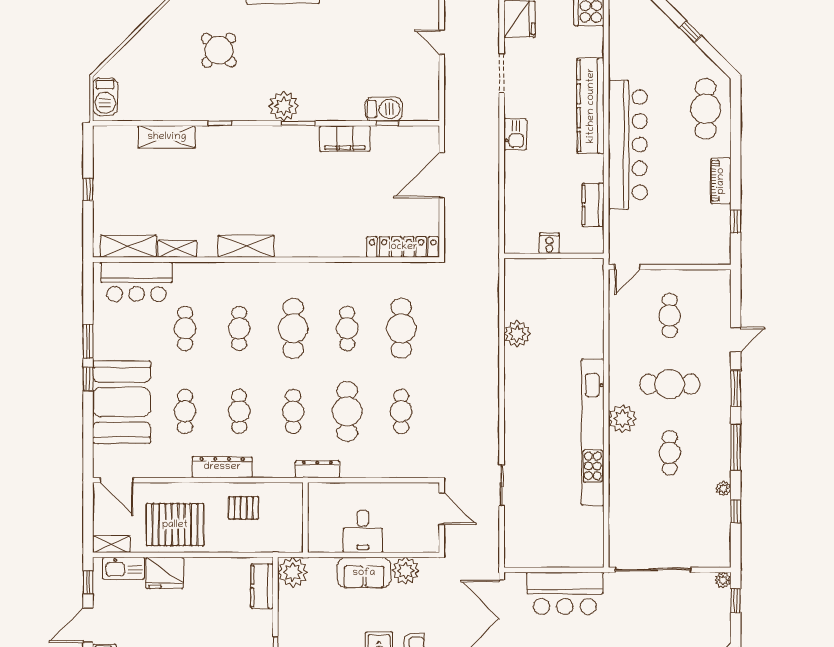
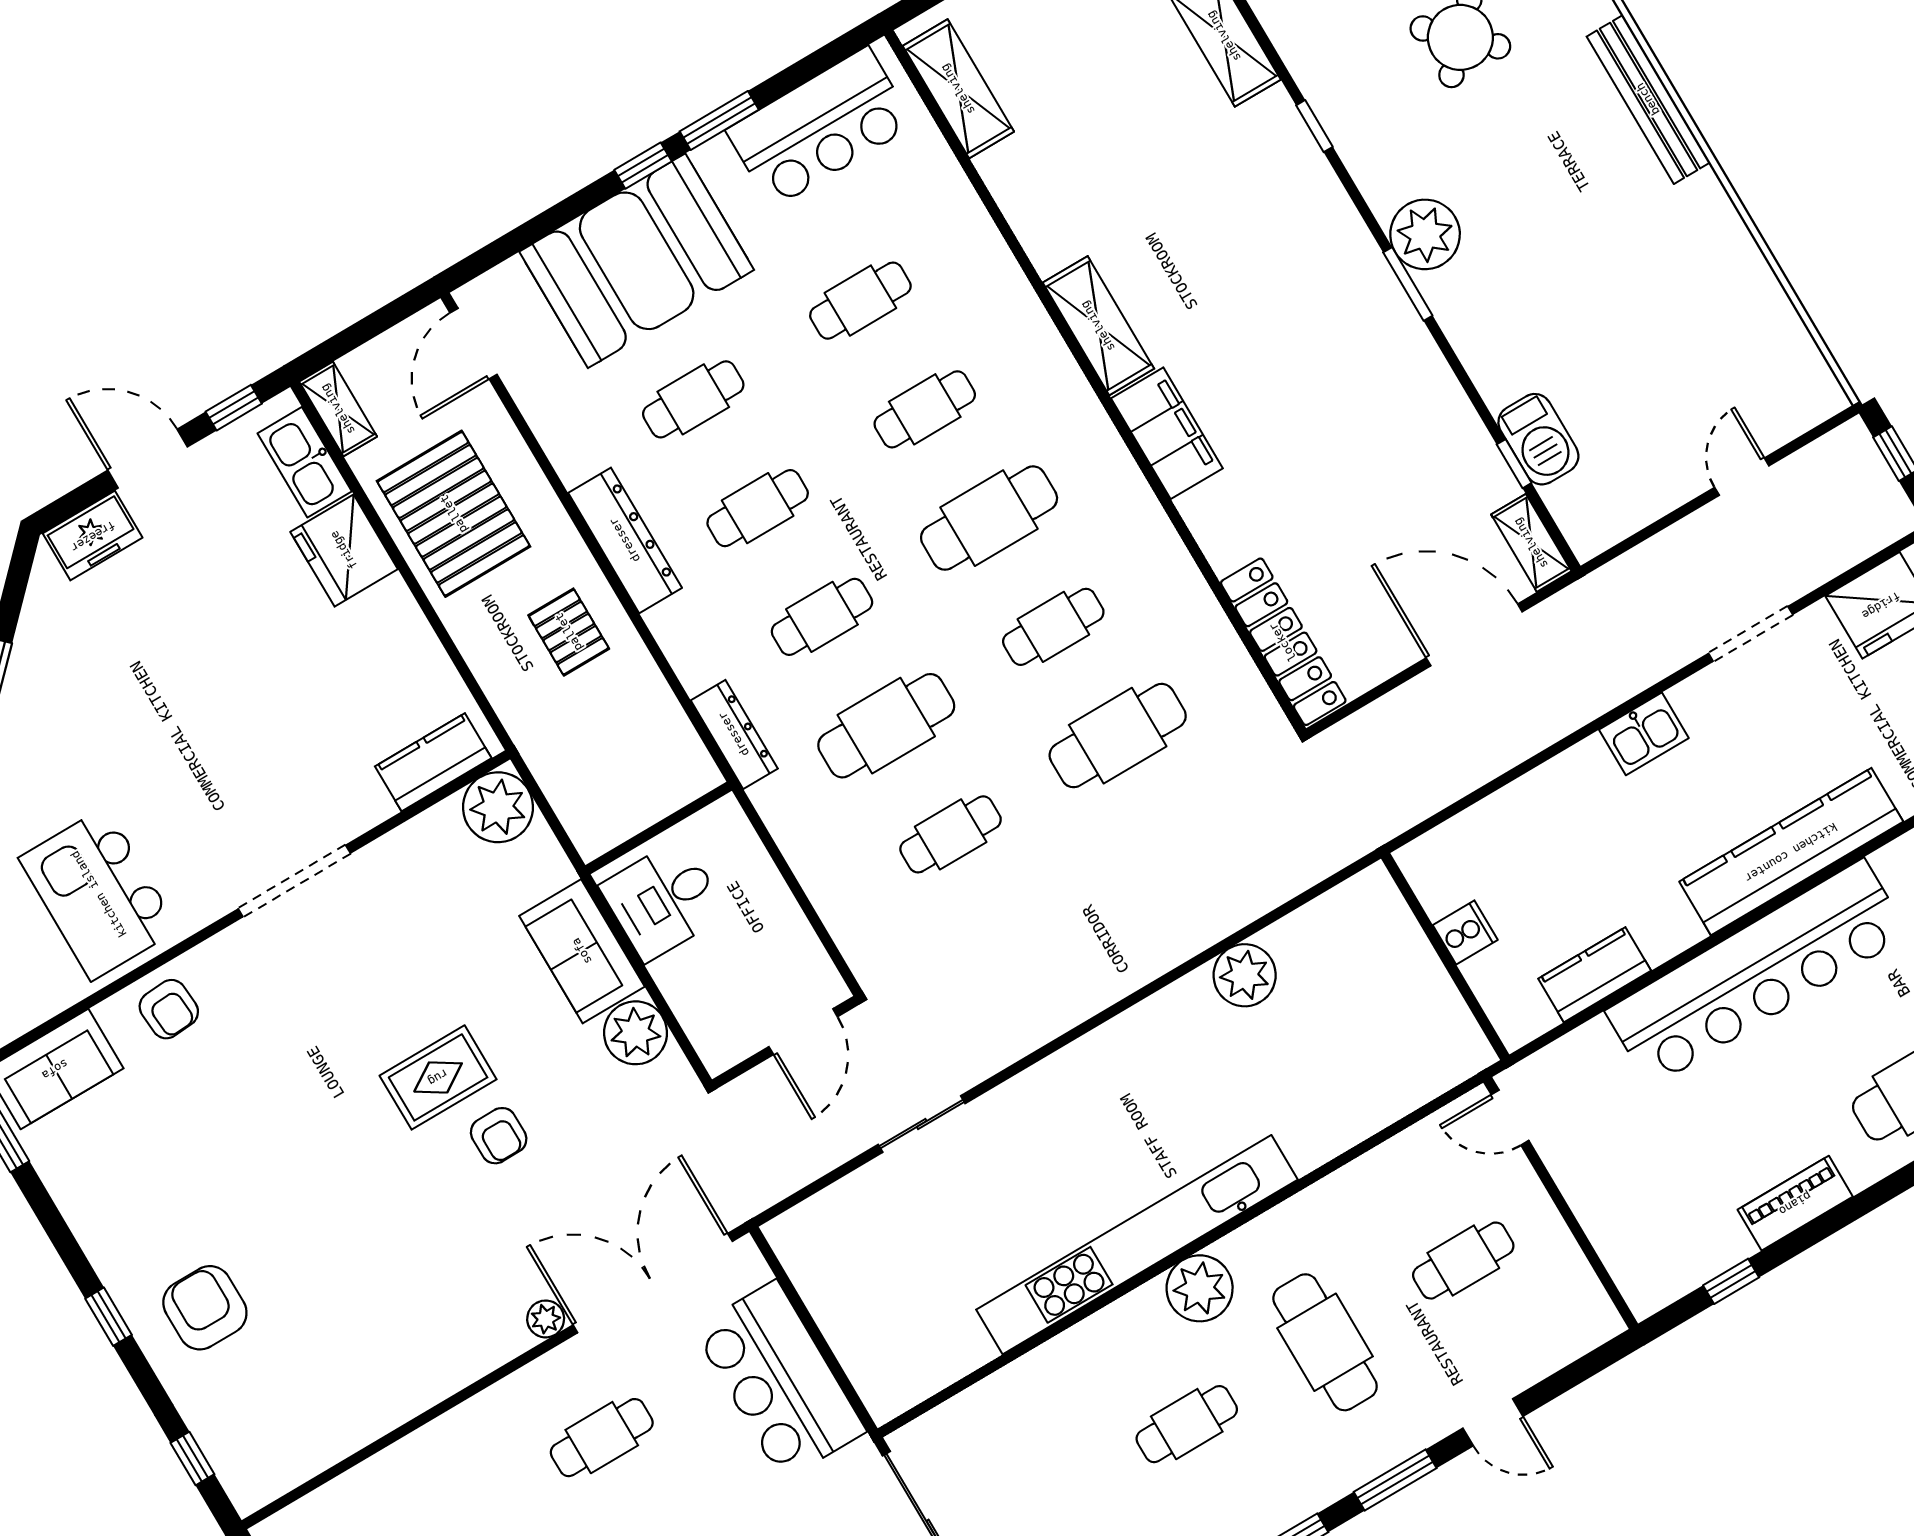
filing cabinet: (345, 139) -> (1167, 433), moved, turned 180
shelving: (177, 249) -> (1531, 543), moved
bar counter: (137, 282) -> (820, 127), moved, turned -90
wall: (305, 518) -> (659, 828), moved

